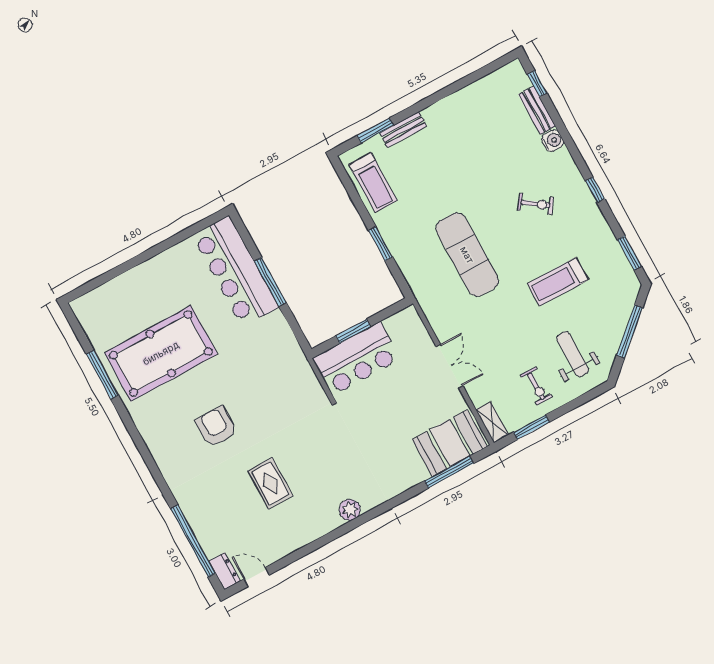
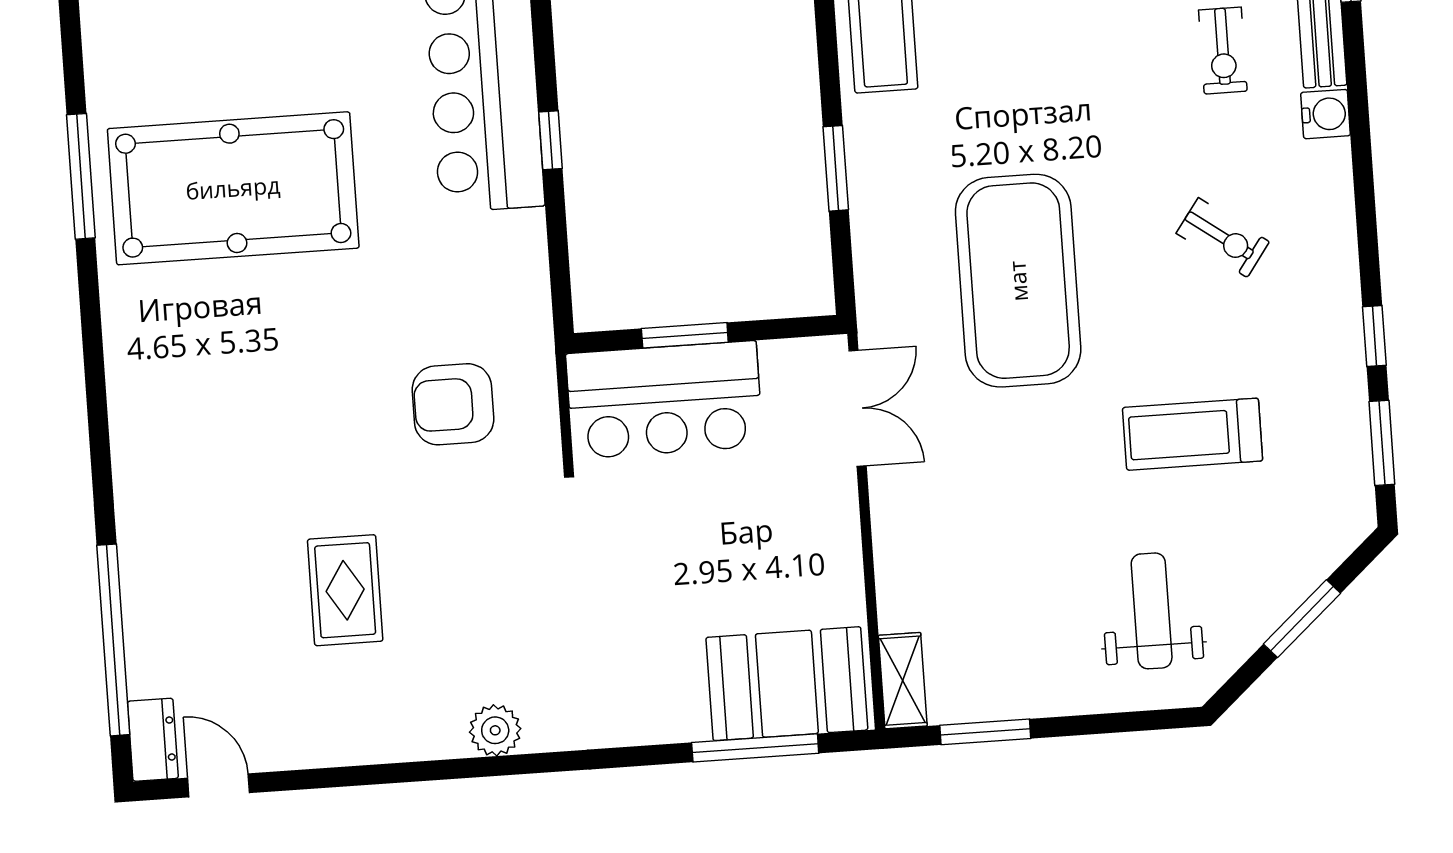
window: (595, 190) -> (1374, 336), moved
exercise mat: (467, 255) -> (1018, 281), width x1.47
window: (270, 282) -> (551, 140), width x0.46
window: (630, 332) -> (1302, 619), width x0.69
double door: (450, 366) -> (858, 408), moved
exercise bike: (536, 386) -> (1223, 51), moved
armchair: (216, 427) -> (453, 404), moved, turned -90

